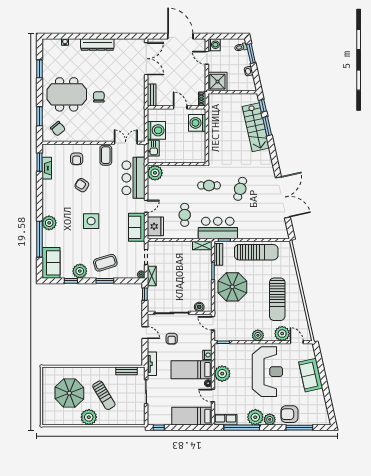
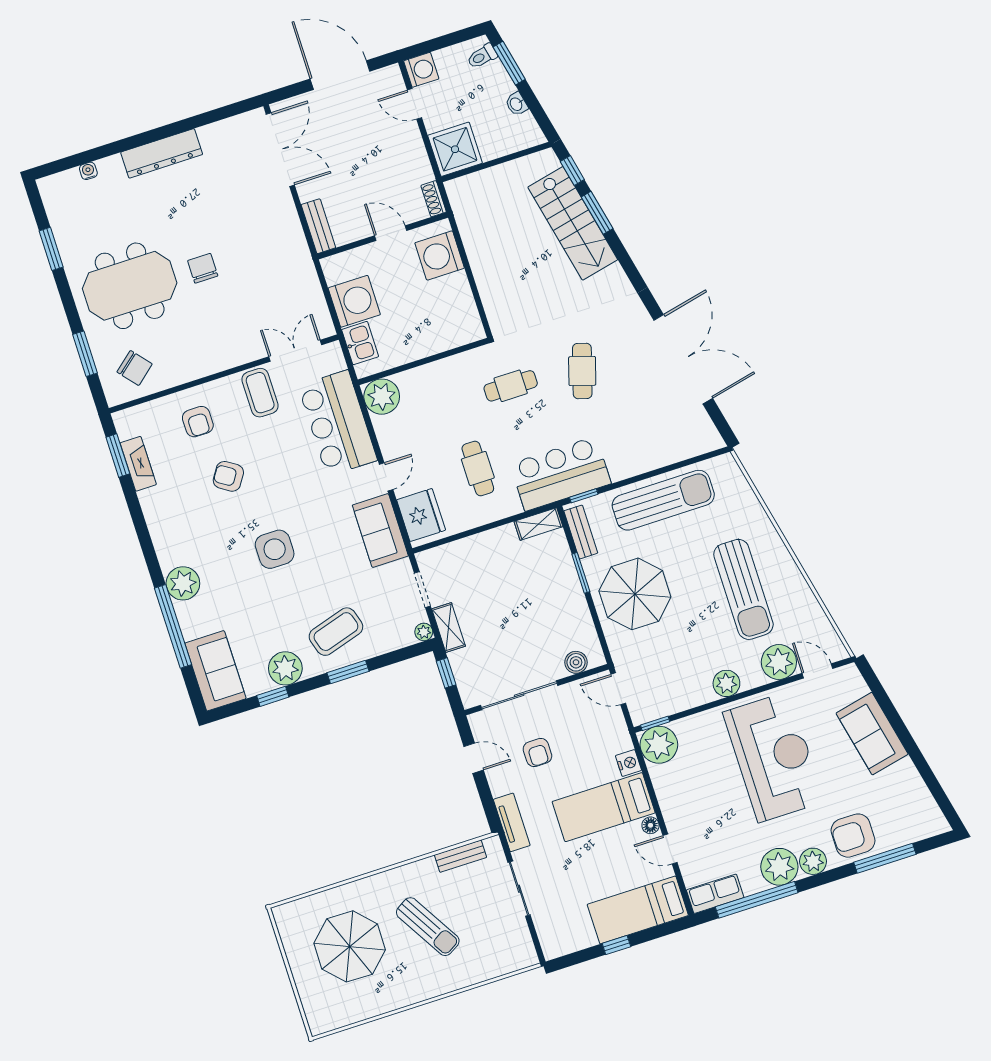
plant: (222, 374) -> (659, 745), moved
plant: (89, 417) -> (410, 986), removed
window: (159, 428) -> (616, 945), moved

